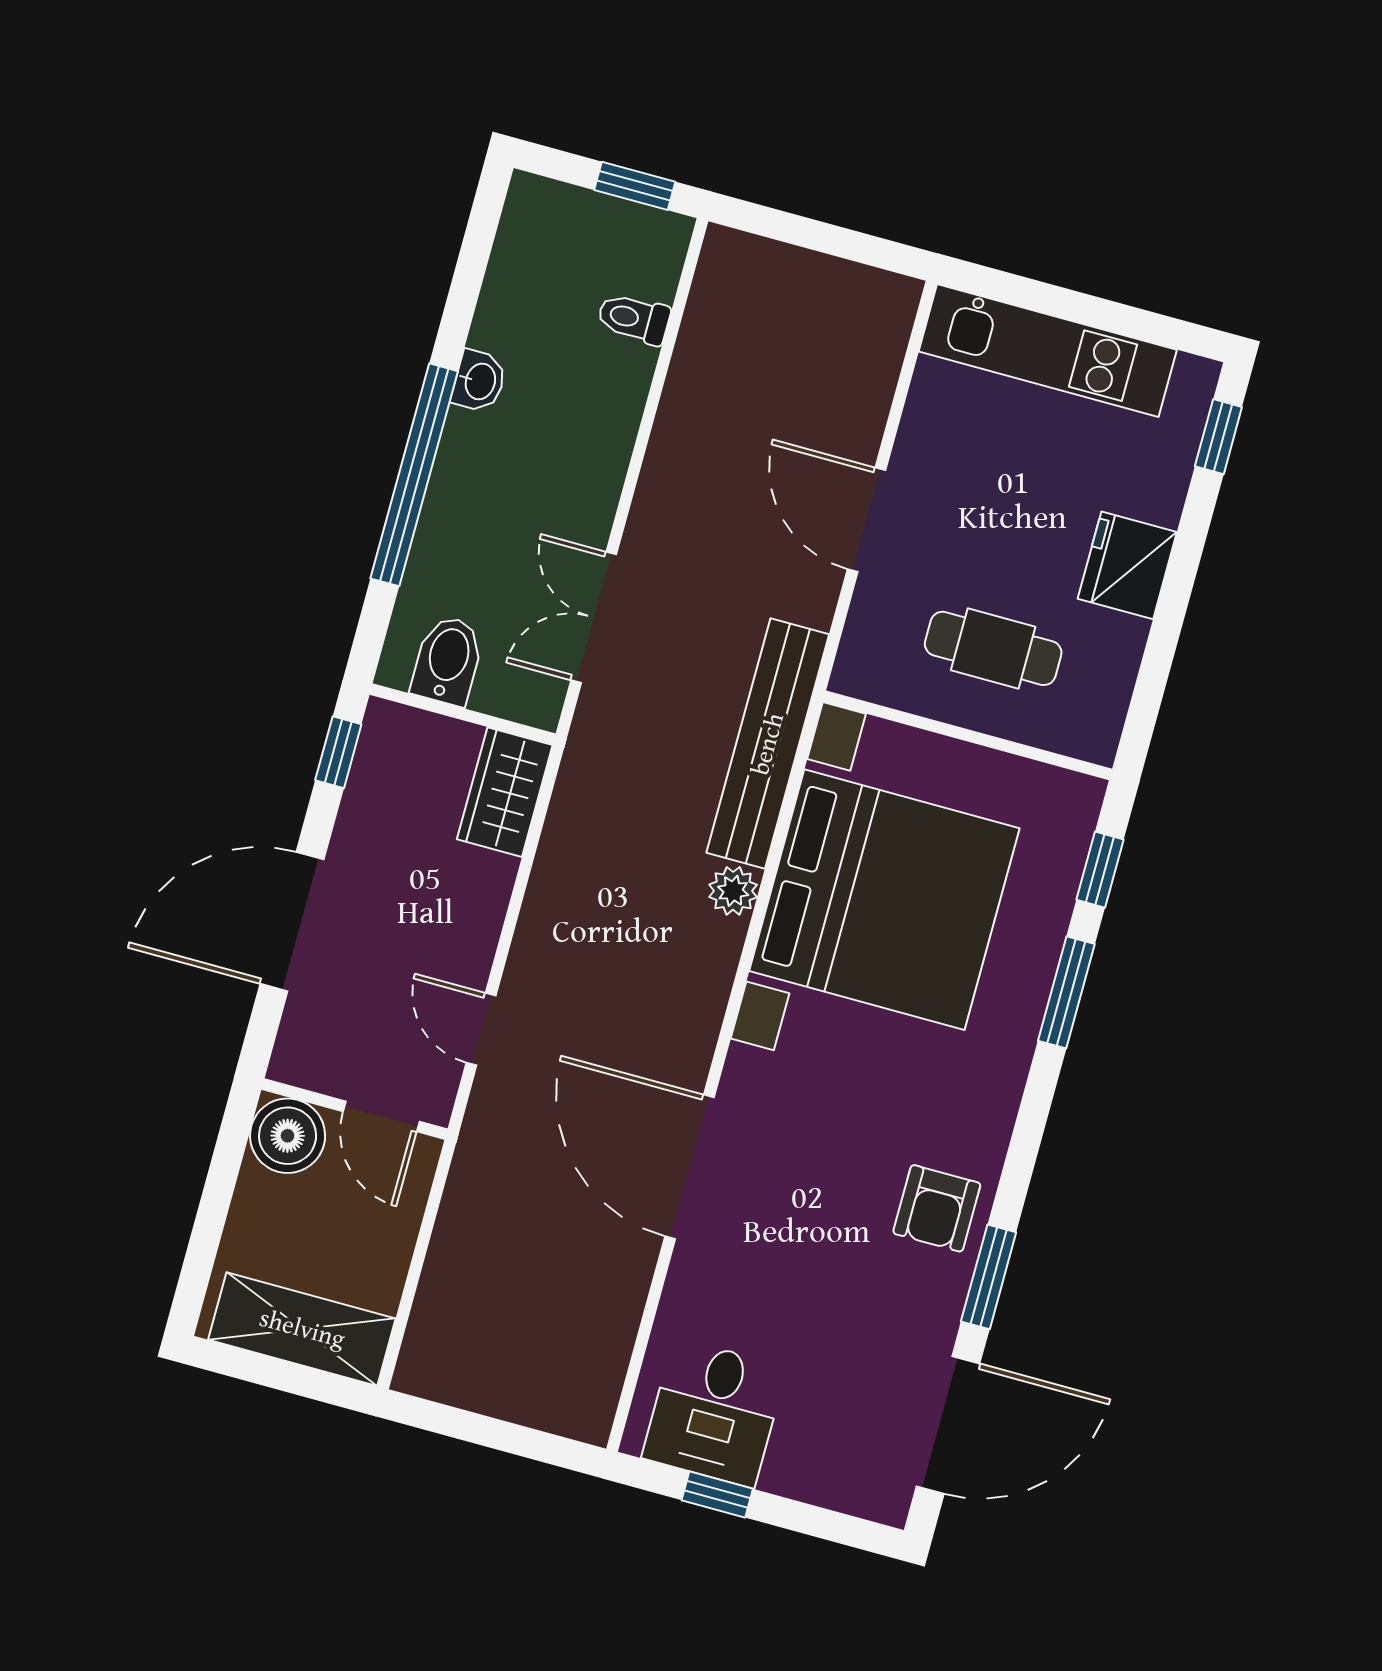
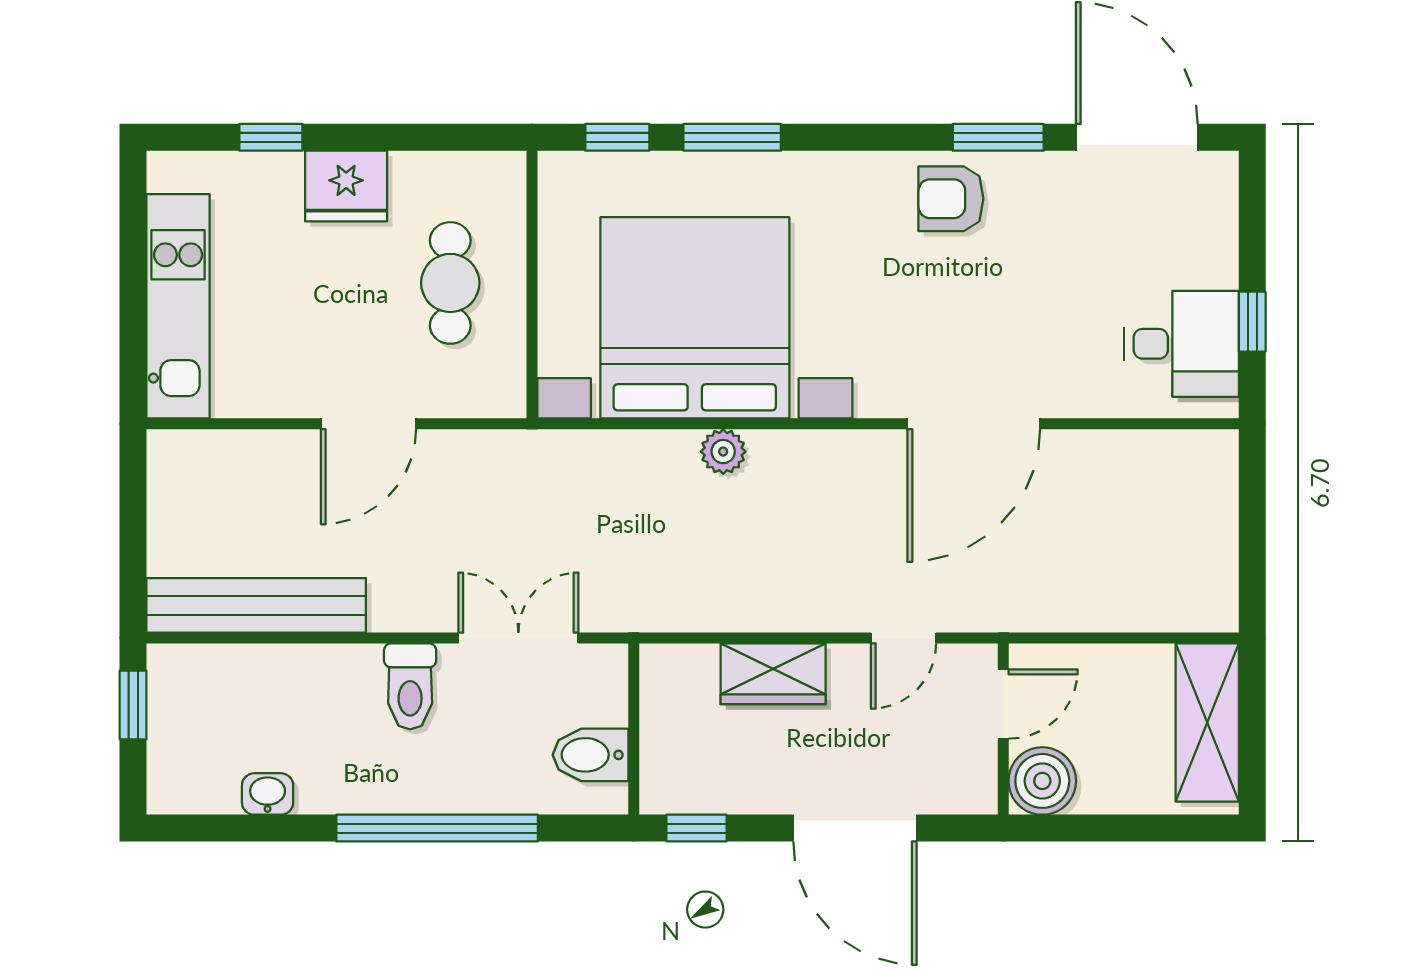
toilet: (634, 319) -> (410, 686), moved, width x1.37, depth x1.39
washbasin: (479, 381) -> (268, 794), moved
window: (1218, 437) -> (271, 137), moved
double door: (594, 617) -> (518, 638), swing flipped
bench: (768, 744) -> (256, 605), moved
wardrobe: (505, 792) -> (773, 674), moved
armchair: (937, 1208) -> (951, 199), turned 180

